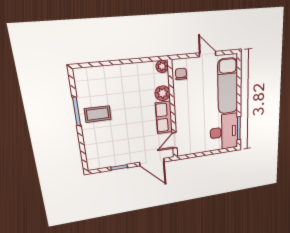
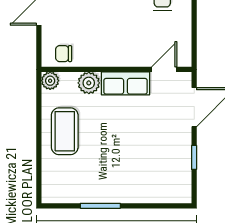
coffee table: (98, 114) -> (65, 131), moved, width x1.36, depth x1.30
door: (175, 140) -> (164, 69), swing flipped

